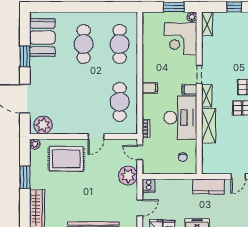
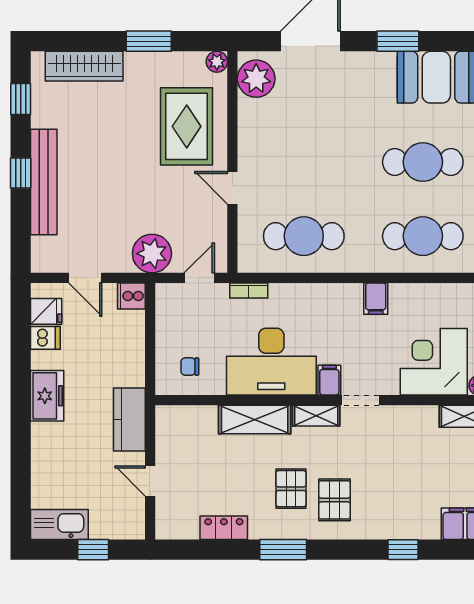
filing cabinet: (150, 88) -> (376, 299), moved

